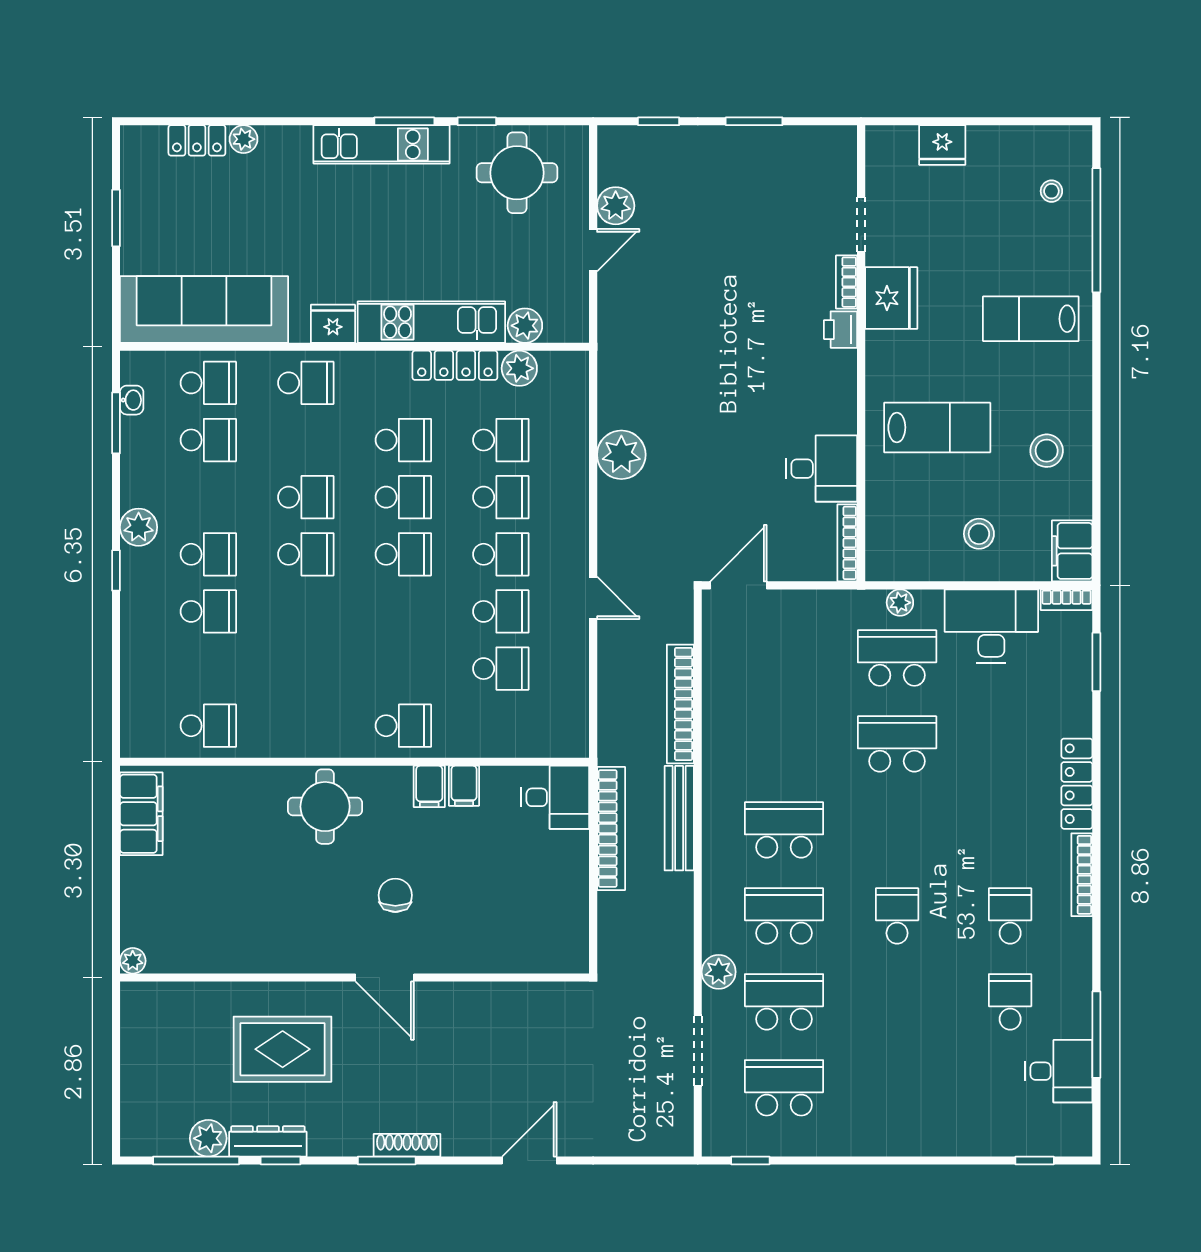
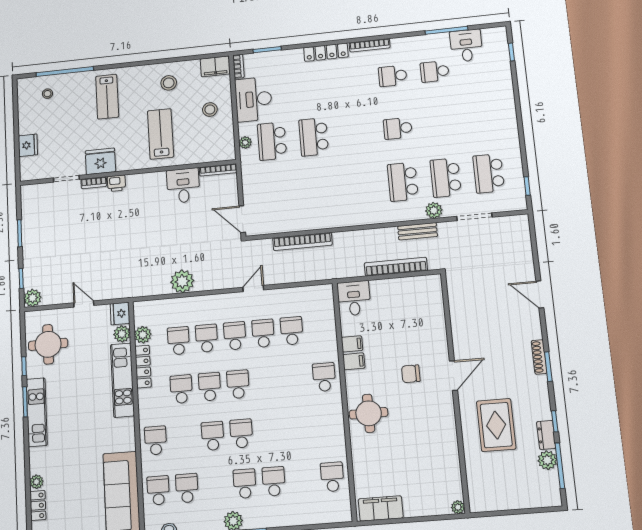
plant: (616, 206) -> (33, 298), moved
fridge: (333, 324) -> (120, 313), moved
bench: (679, 818) -> (417, 231), moved, width x0.73
bookcase: (611, 829) -> (396, 267), moved
school desk: (784, 830) -> (360, 186), removed
dresser: (268, 1141) -> (546, 435), width x0.70

